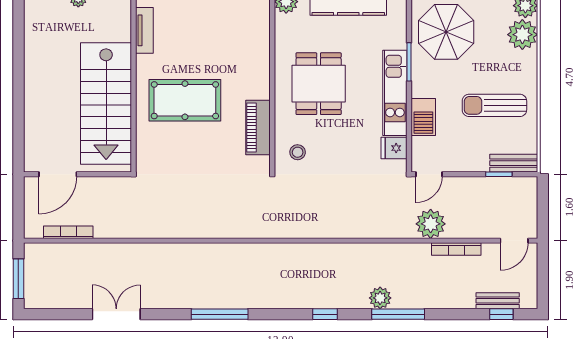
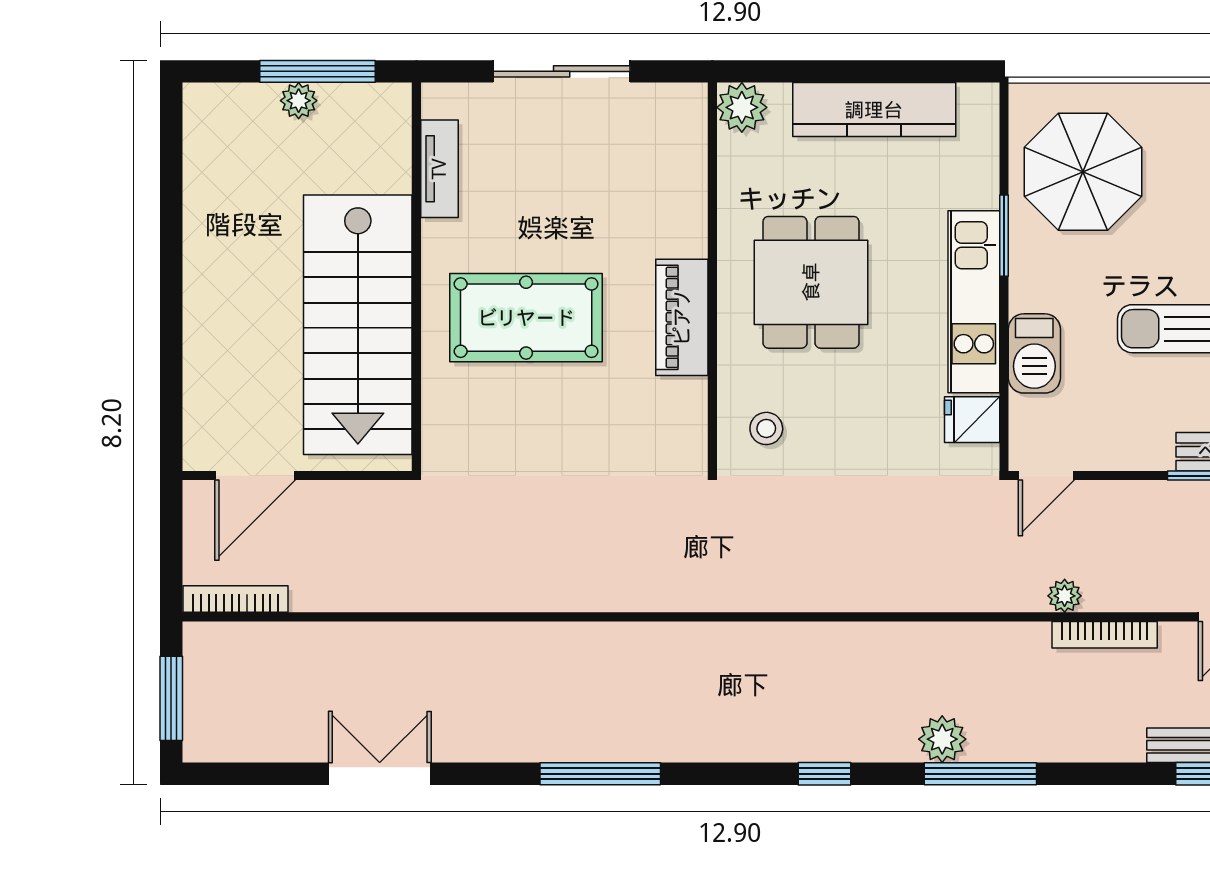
piano: (258, 128) -> (682, 317), moved
plant: (431, 224) -> (1065, 596), width x0.53, depth x0.53
bookcase: (68, 232) -> (236, 599), moved

